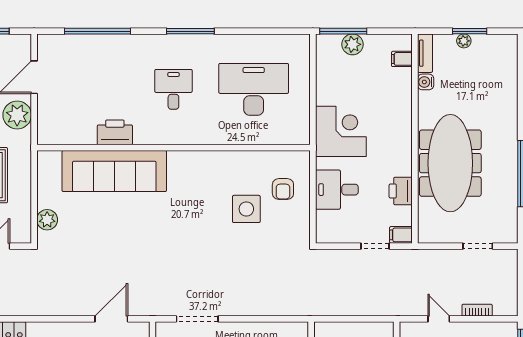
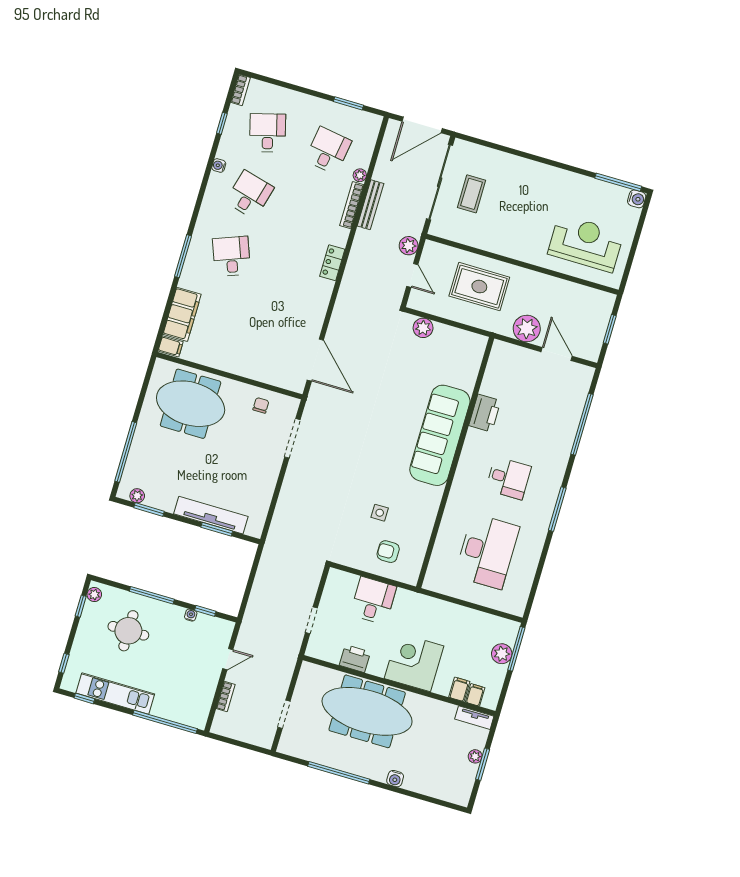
water cooler: (426, 82) -> (395, 779), moved, turned 180
corner desk: (341, 131) -> (414, 662), moved, turned 180
sofa: (114, 171) -> (440, 435), moved
side table: (246, 209) -> (380, 513), width x0.54, depth x0.54
filing cabinet: (401, 235) -> (459, 689), moved
door: (111, 319) -> (315, 360), width x1.36

